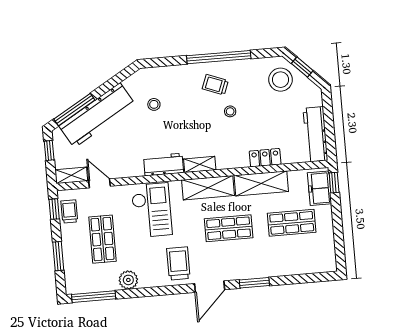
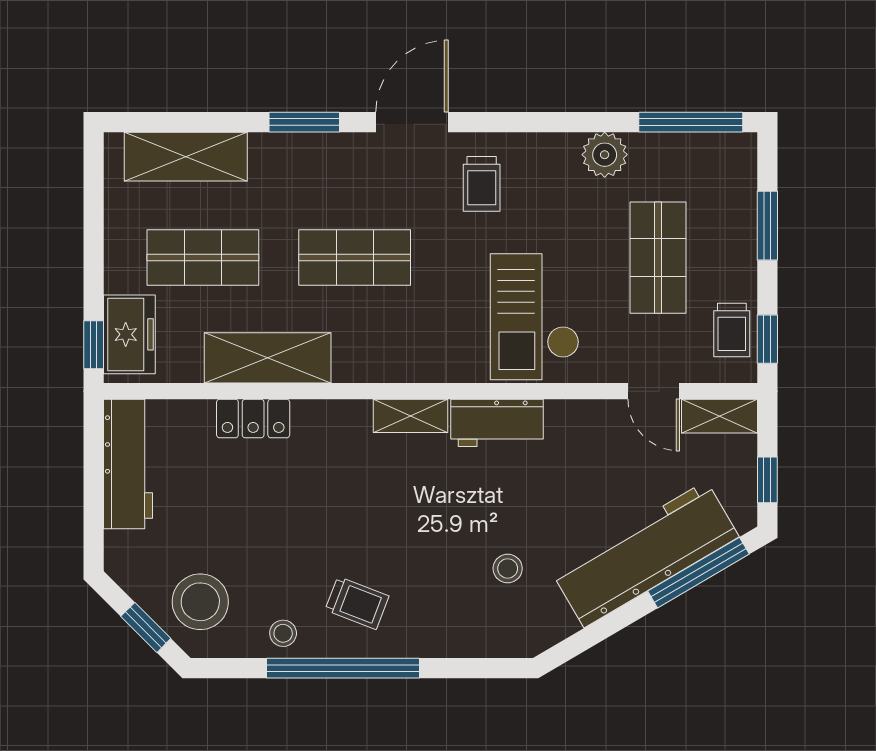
stool: (230, 111) -> (283, 633), moved
shelving: (208, 188) -> (186, 157), moved
trolley: (178, 263) -> (482, 184), width x0.73, depth x0.72

